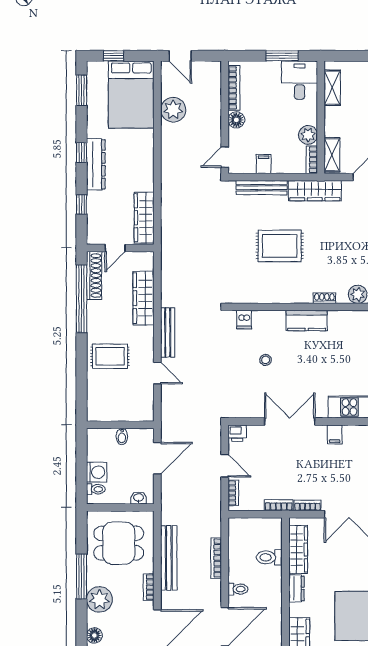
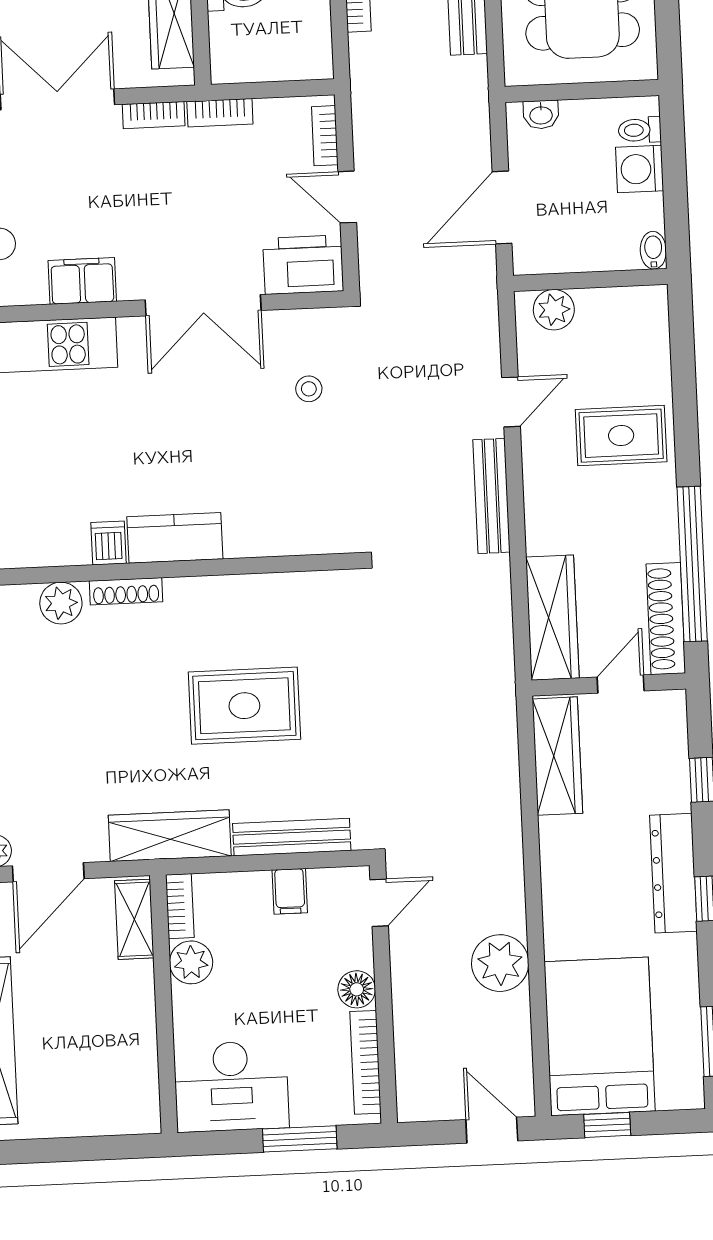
window: (114, 56) -> (607, 1125), moved
window: (282, 56) -> (300, 1139), moved
desk: (300, 80) -> (231, 1086), width x1.37
shelving: (332, 88) -> (141, 1073), removed
plant: (173, 110) -> (500, 963), moved
wardrobe: (144, 298) -> (552, 618), moved
shoe rack: (324, 298) -> (126, 591), width x1.43
dishwasher: (244, 320) -> (108, 543), moved
stool: (266, 360) -> (309, 389), moved
door: (157, 373) -> (511, 402), swing flipped
plant: (137, 413) -> (554, 310), added
printer: (237, 433) -> (303, 265), width x1.87, depth x1.48
filing cabinet: (335, 434) -> (82, 281), width x2.00
bidet: (122, 437) -> (653, 250), moved

